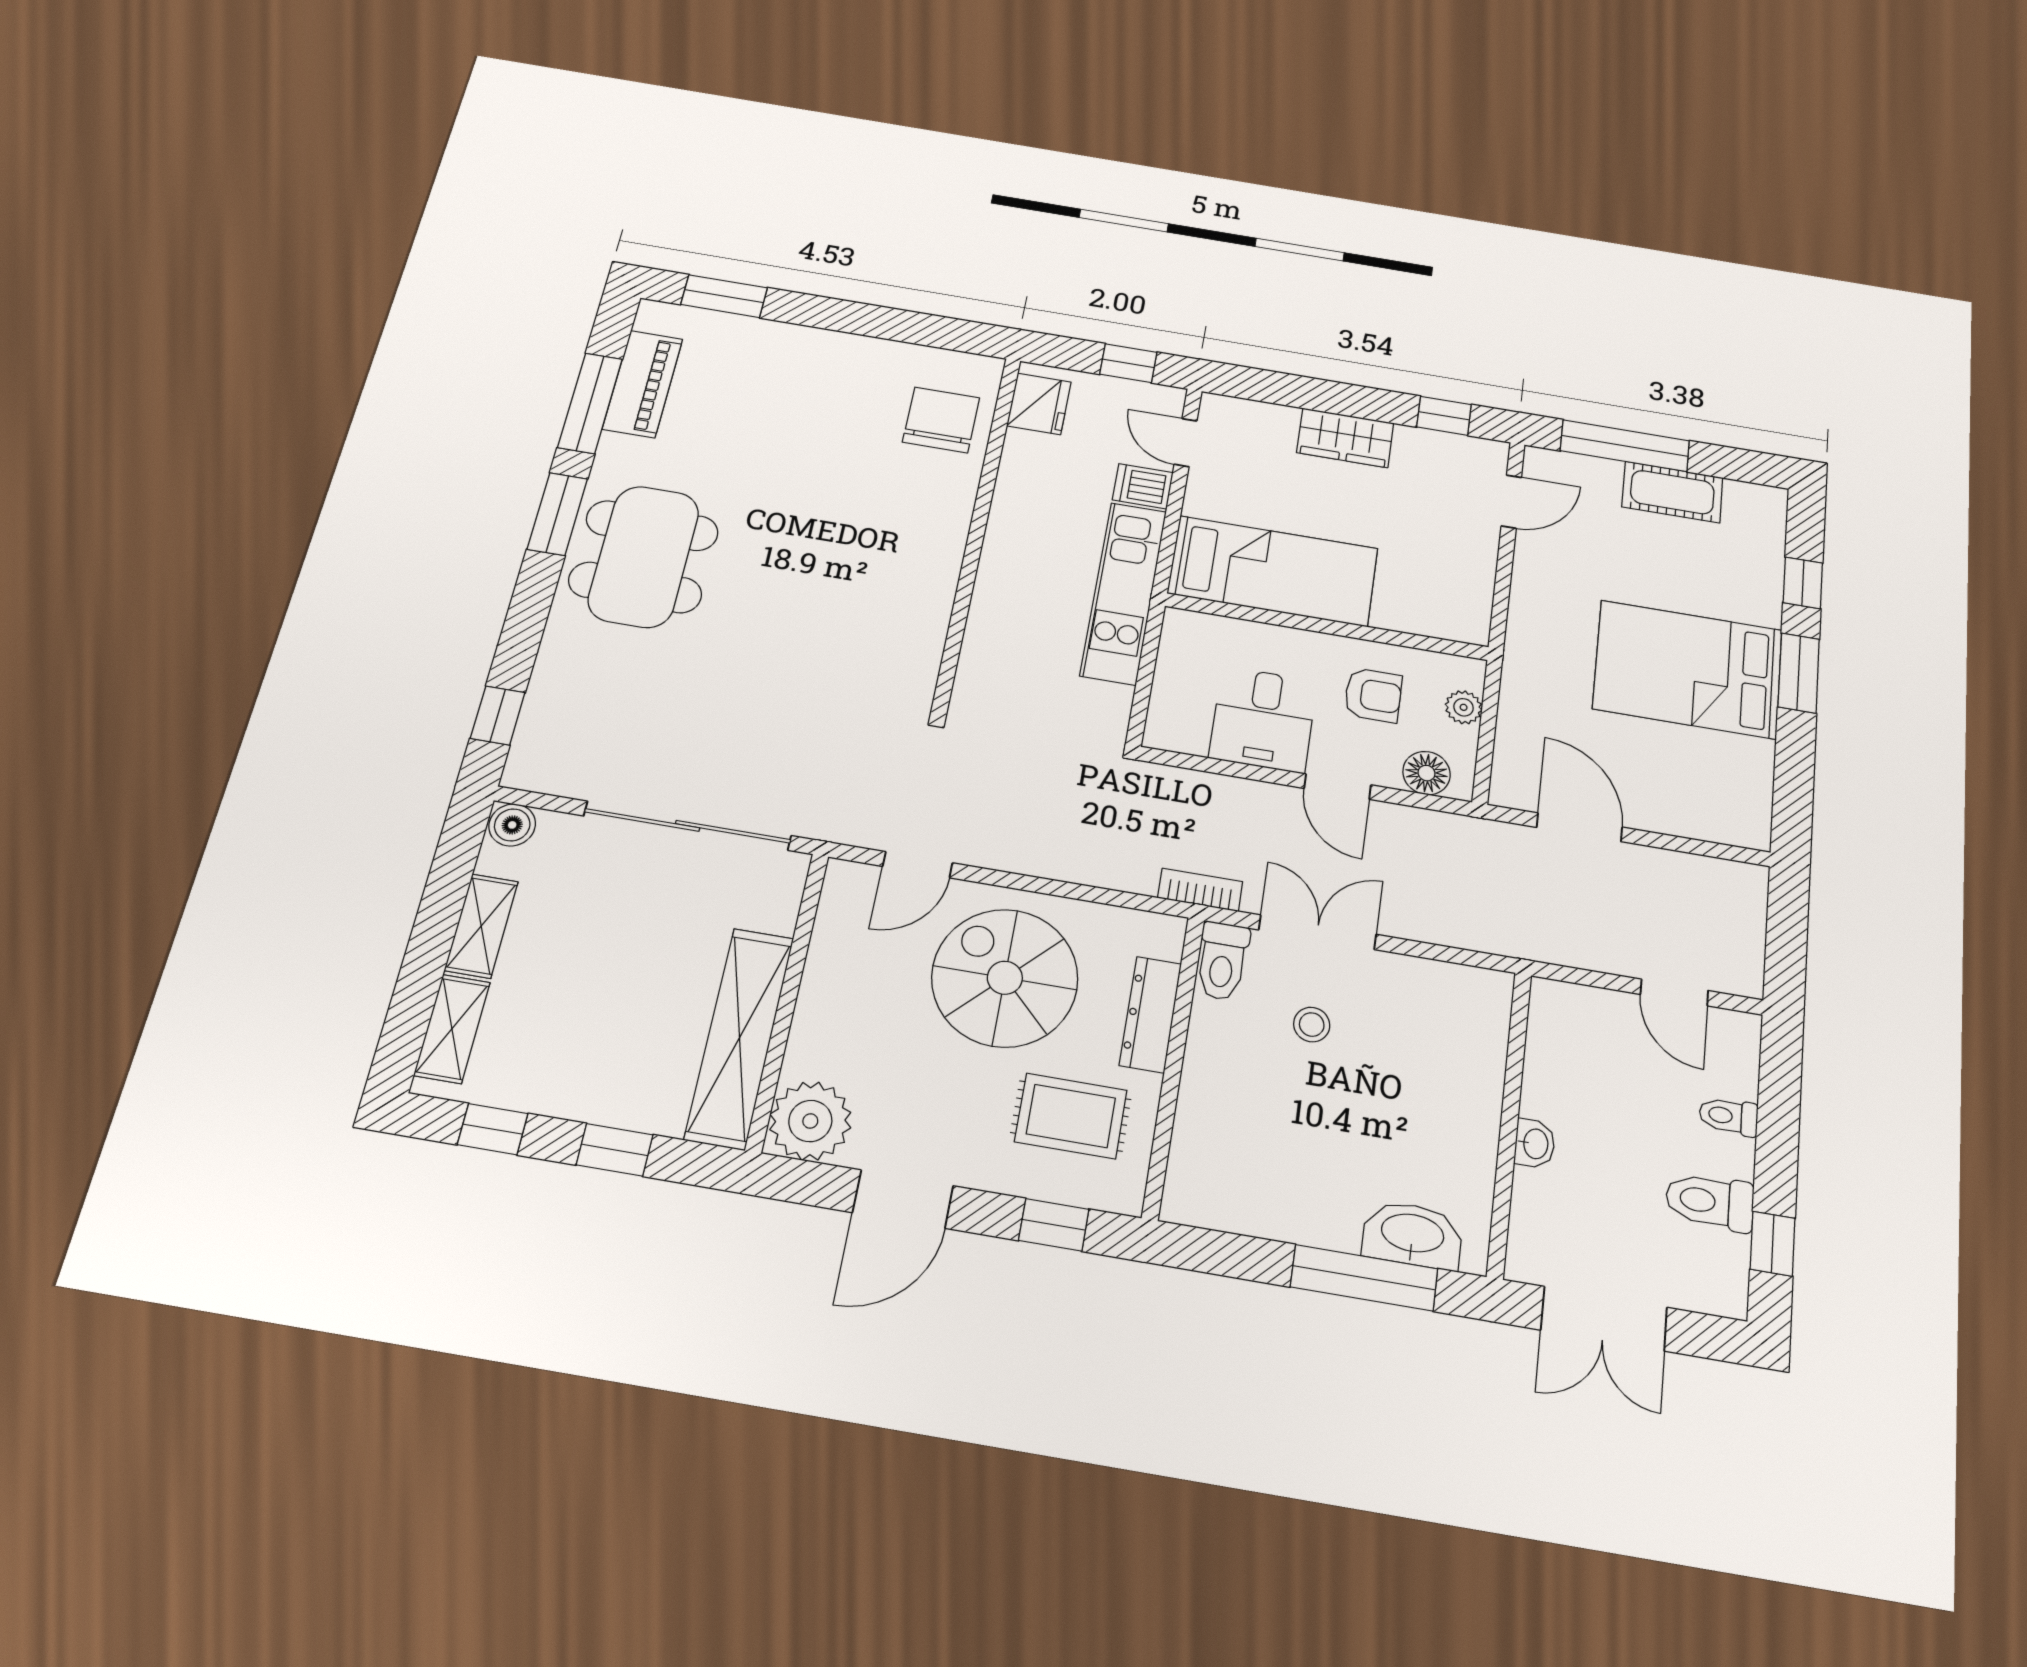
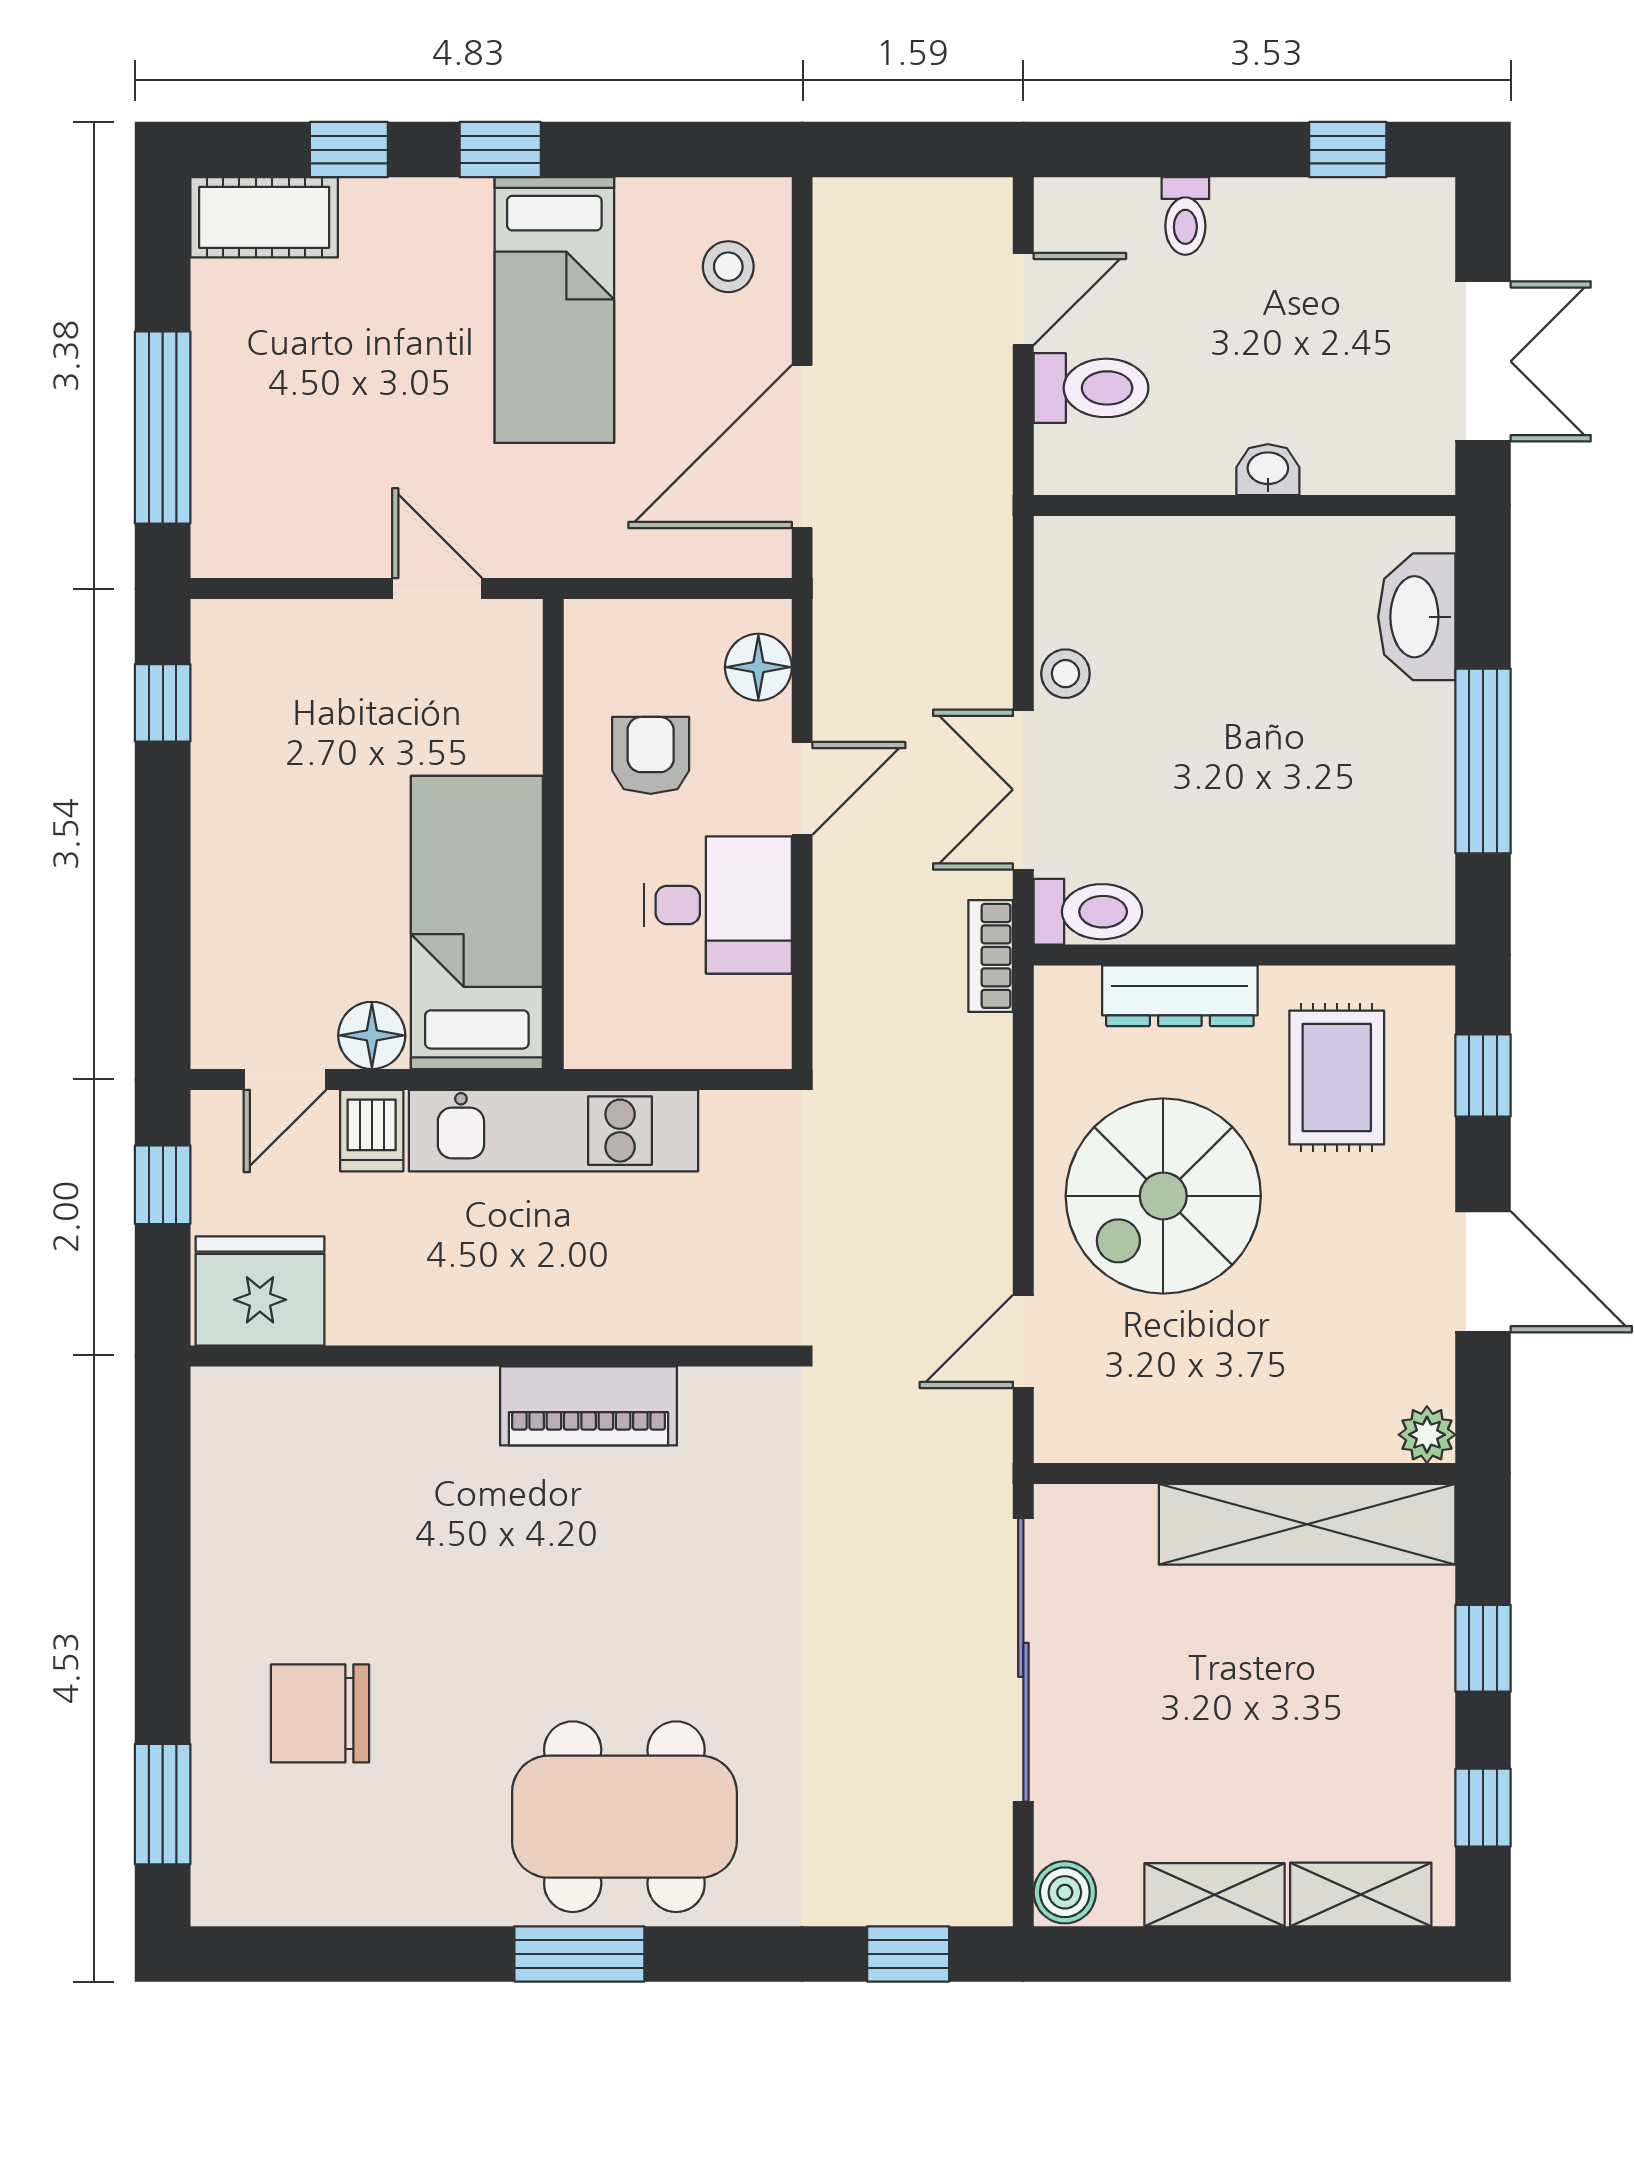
piano: (643, 384) -> (589, 1406), moved, turned 180
window: (590, 403) -> (387, 1954), removed
fridge: (1039, 404) -> (260, 1291), width x1.36, depth x1.34
chair: (941, 420) -> (320, 1713), moved
wardrobe: (1345, 438) -> (230, 845), removed
cot: (1672, 492) -> (264, 217), moved, turned 90
floor lamp: (1206, 497) -> (372, 1035), added
door: (1511, 502) -> (437, 589), moved
bed: (1688, 669) -> (554, 310), width x0.67
window: (1799, 673) -> (500, 150), width x0.67
plant: (1464, 707) -> (646, 626), removed
stool: (1710, 801) -> (728, 267), added
door: (1579, 827) -> (802, 447), width x1.36
door: (918, 865) -> (1023, 1341), swing flipped
stool: (1312, 1025) -> (1065, 674), moved
plant: (810, 1121) -> (1427, 1435), width x0.53, depth x0.53
toilet: (1710, 1202) -> (1091, 388), moved, turned -90
window: (1364, 1278) -> (1483, 761), moved

